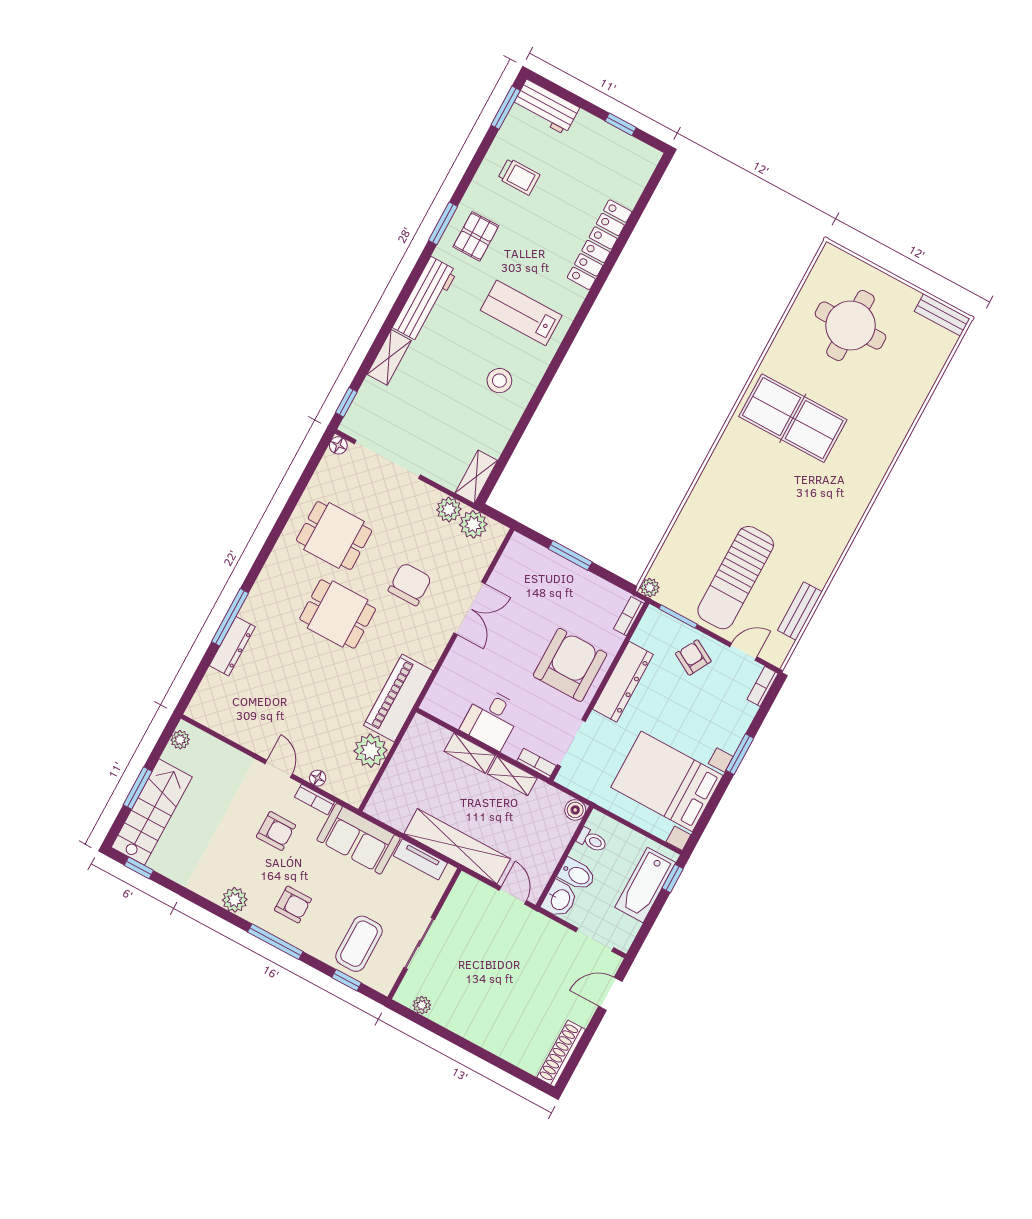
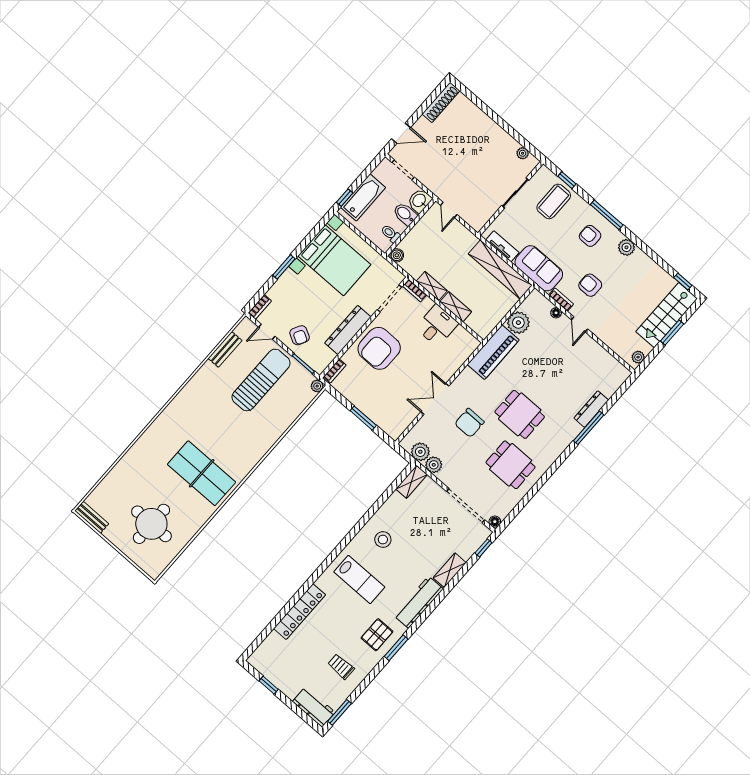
shelving: (457, 846) -> (500, 269), moved

